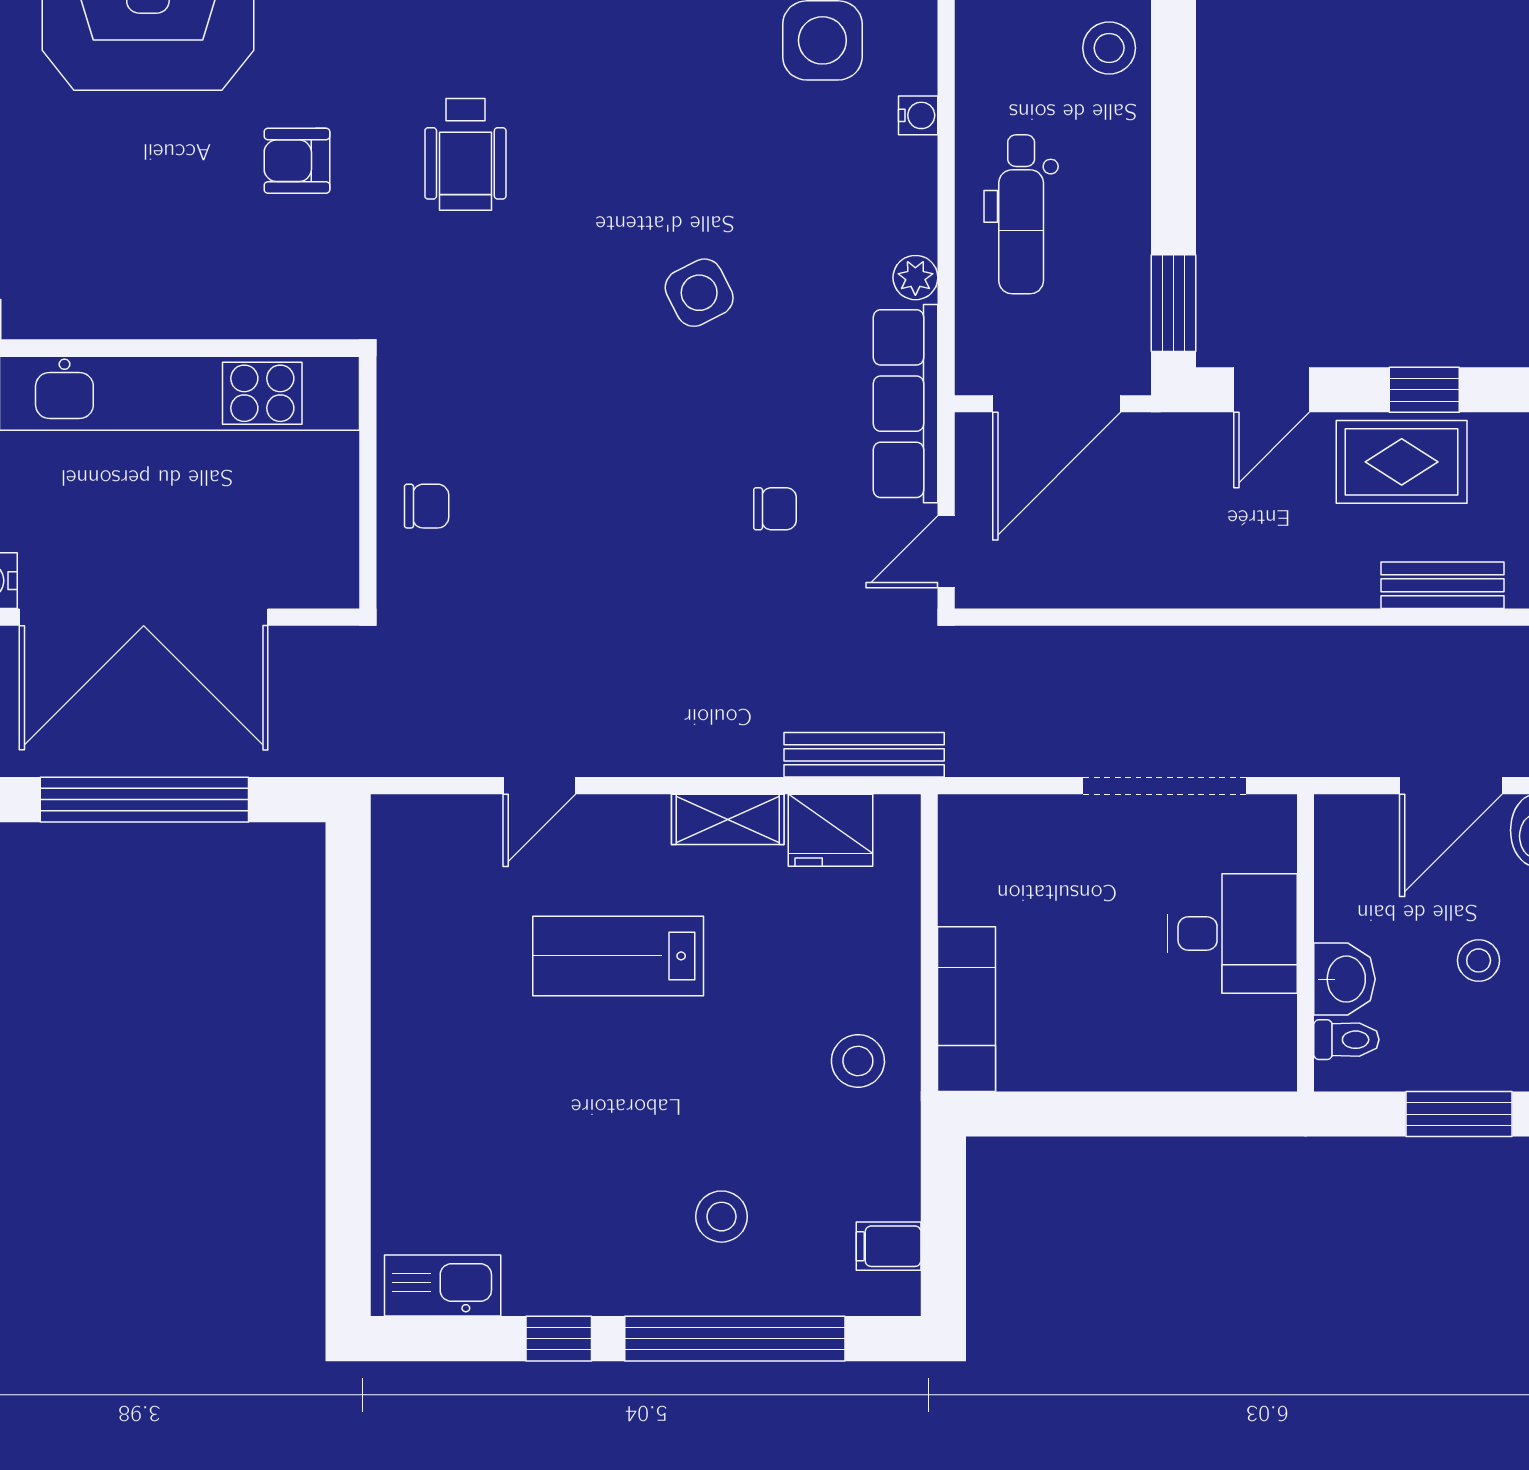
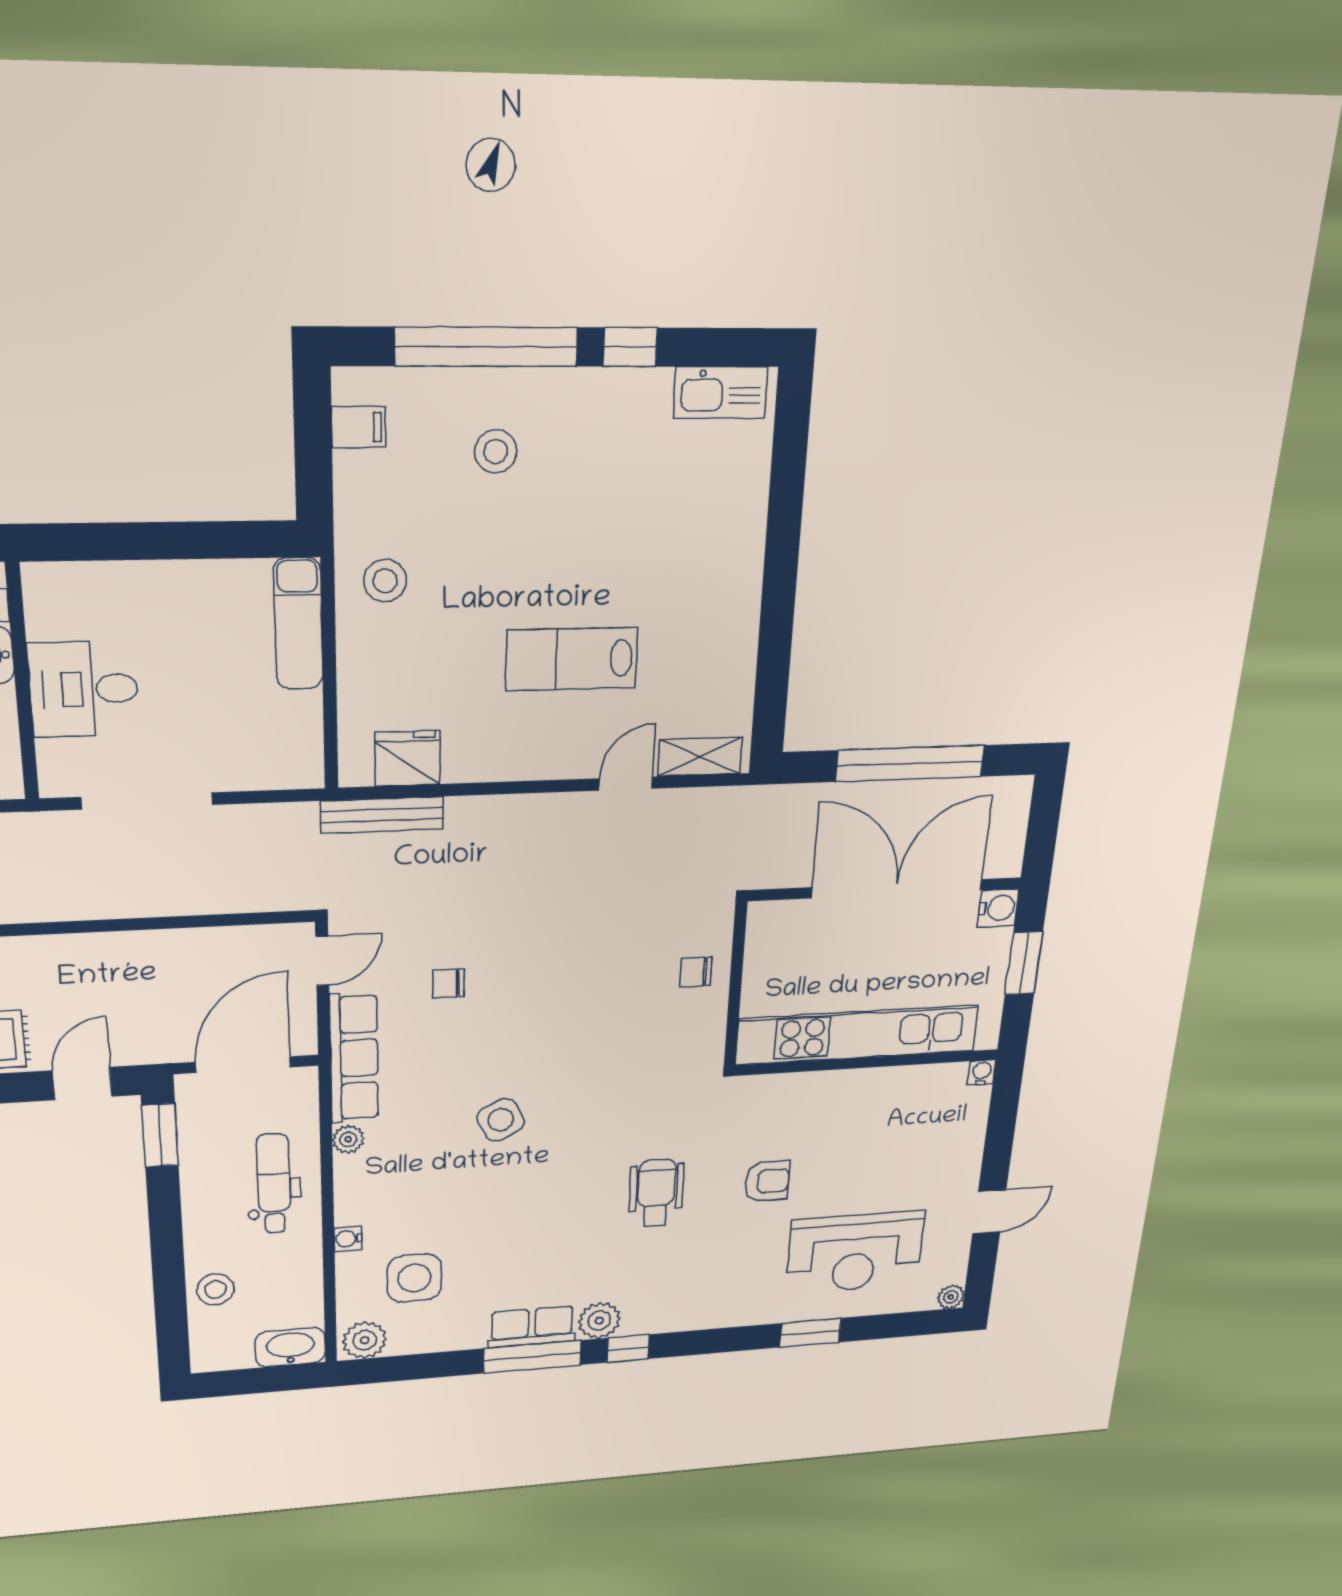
shelving: (728, 819) -> (700, 757), moved
lab bench: (618, 956) -> (572, 659), turned 180

